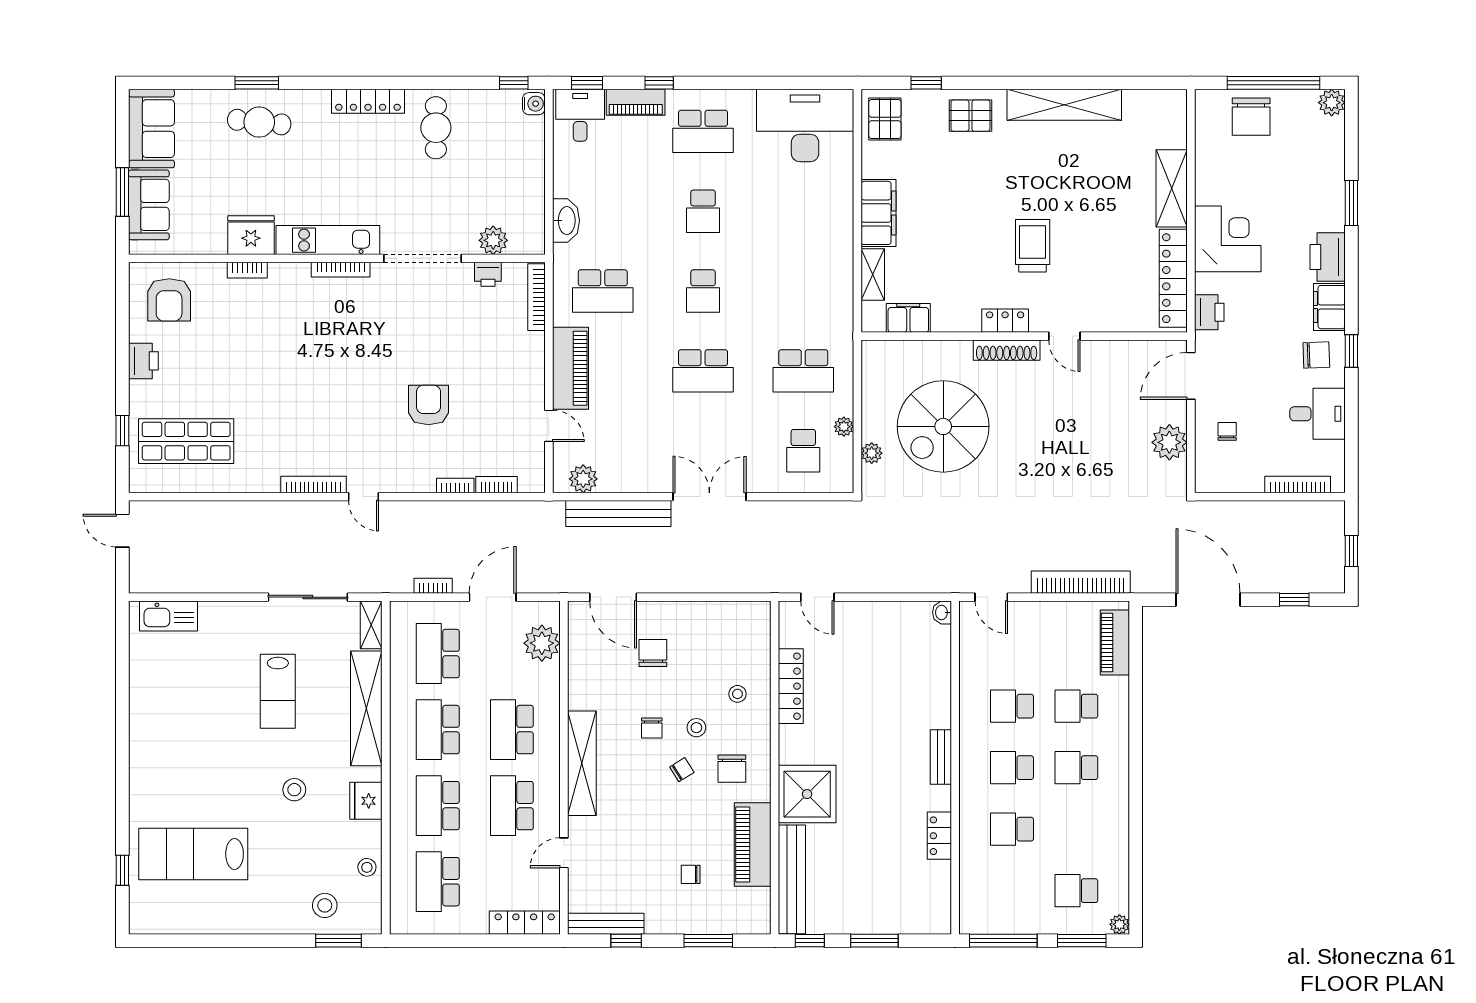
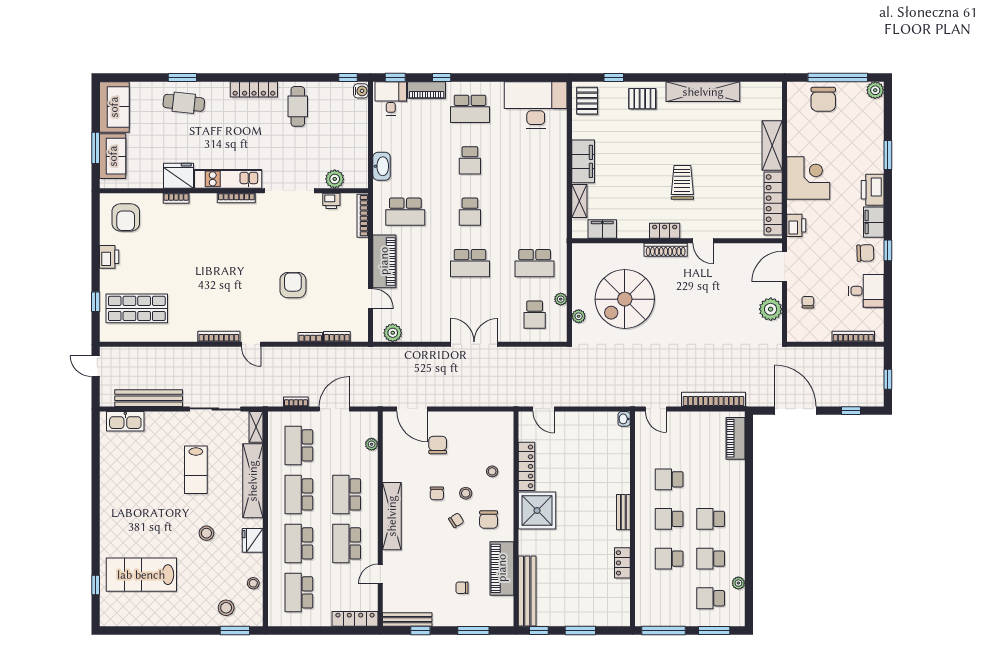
bench: (618, 514) -> (149, 398), moved
plant: (542, 643) -> (372, 444), width x0.53, depth x0.53
school desk: (1076, 706) -> (711, 559), moved
shower: (807, 794) -> (537, 510), moved
plant: (1119, 924) -> (738, 583), moved

